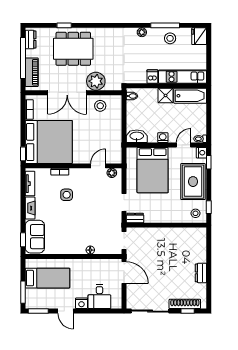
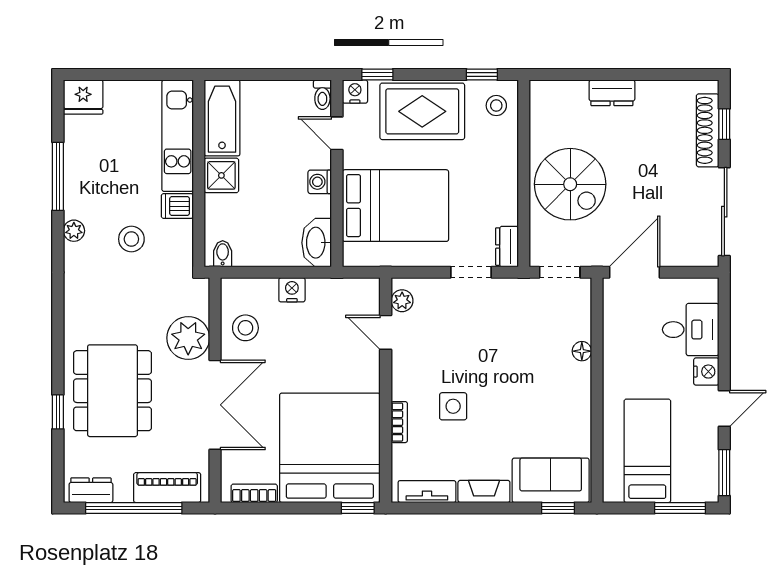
stool: (170, 38) -> (131, 239), moved
nightstand: (116, 126) -> (292, 290), added
spiral stairs: (162, 245) -> (570, 184), added
dresser: (201, 273) -> (612, 93), moved

